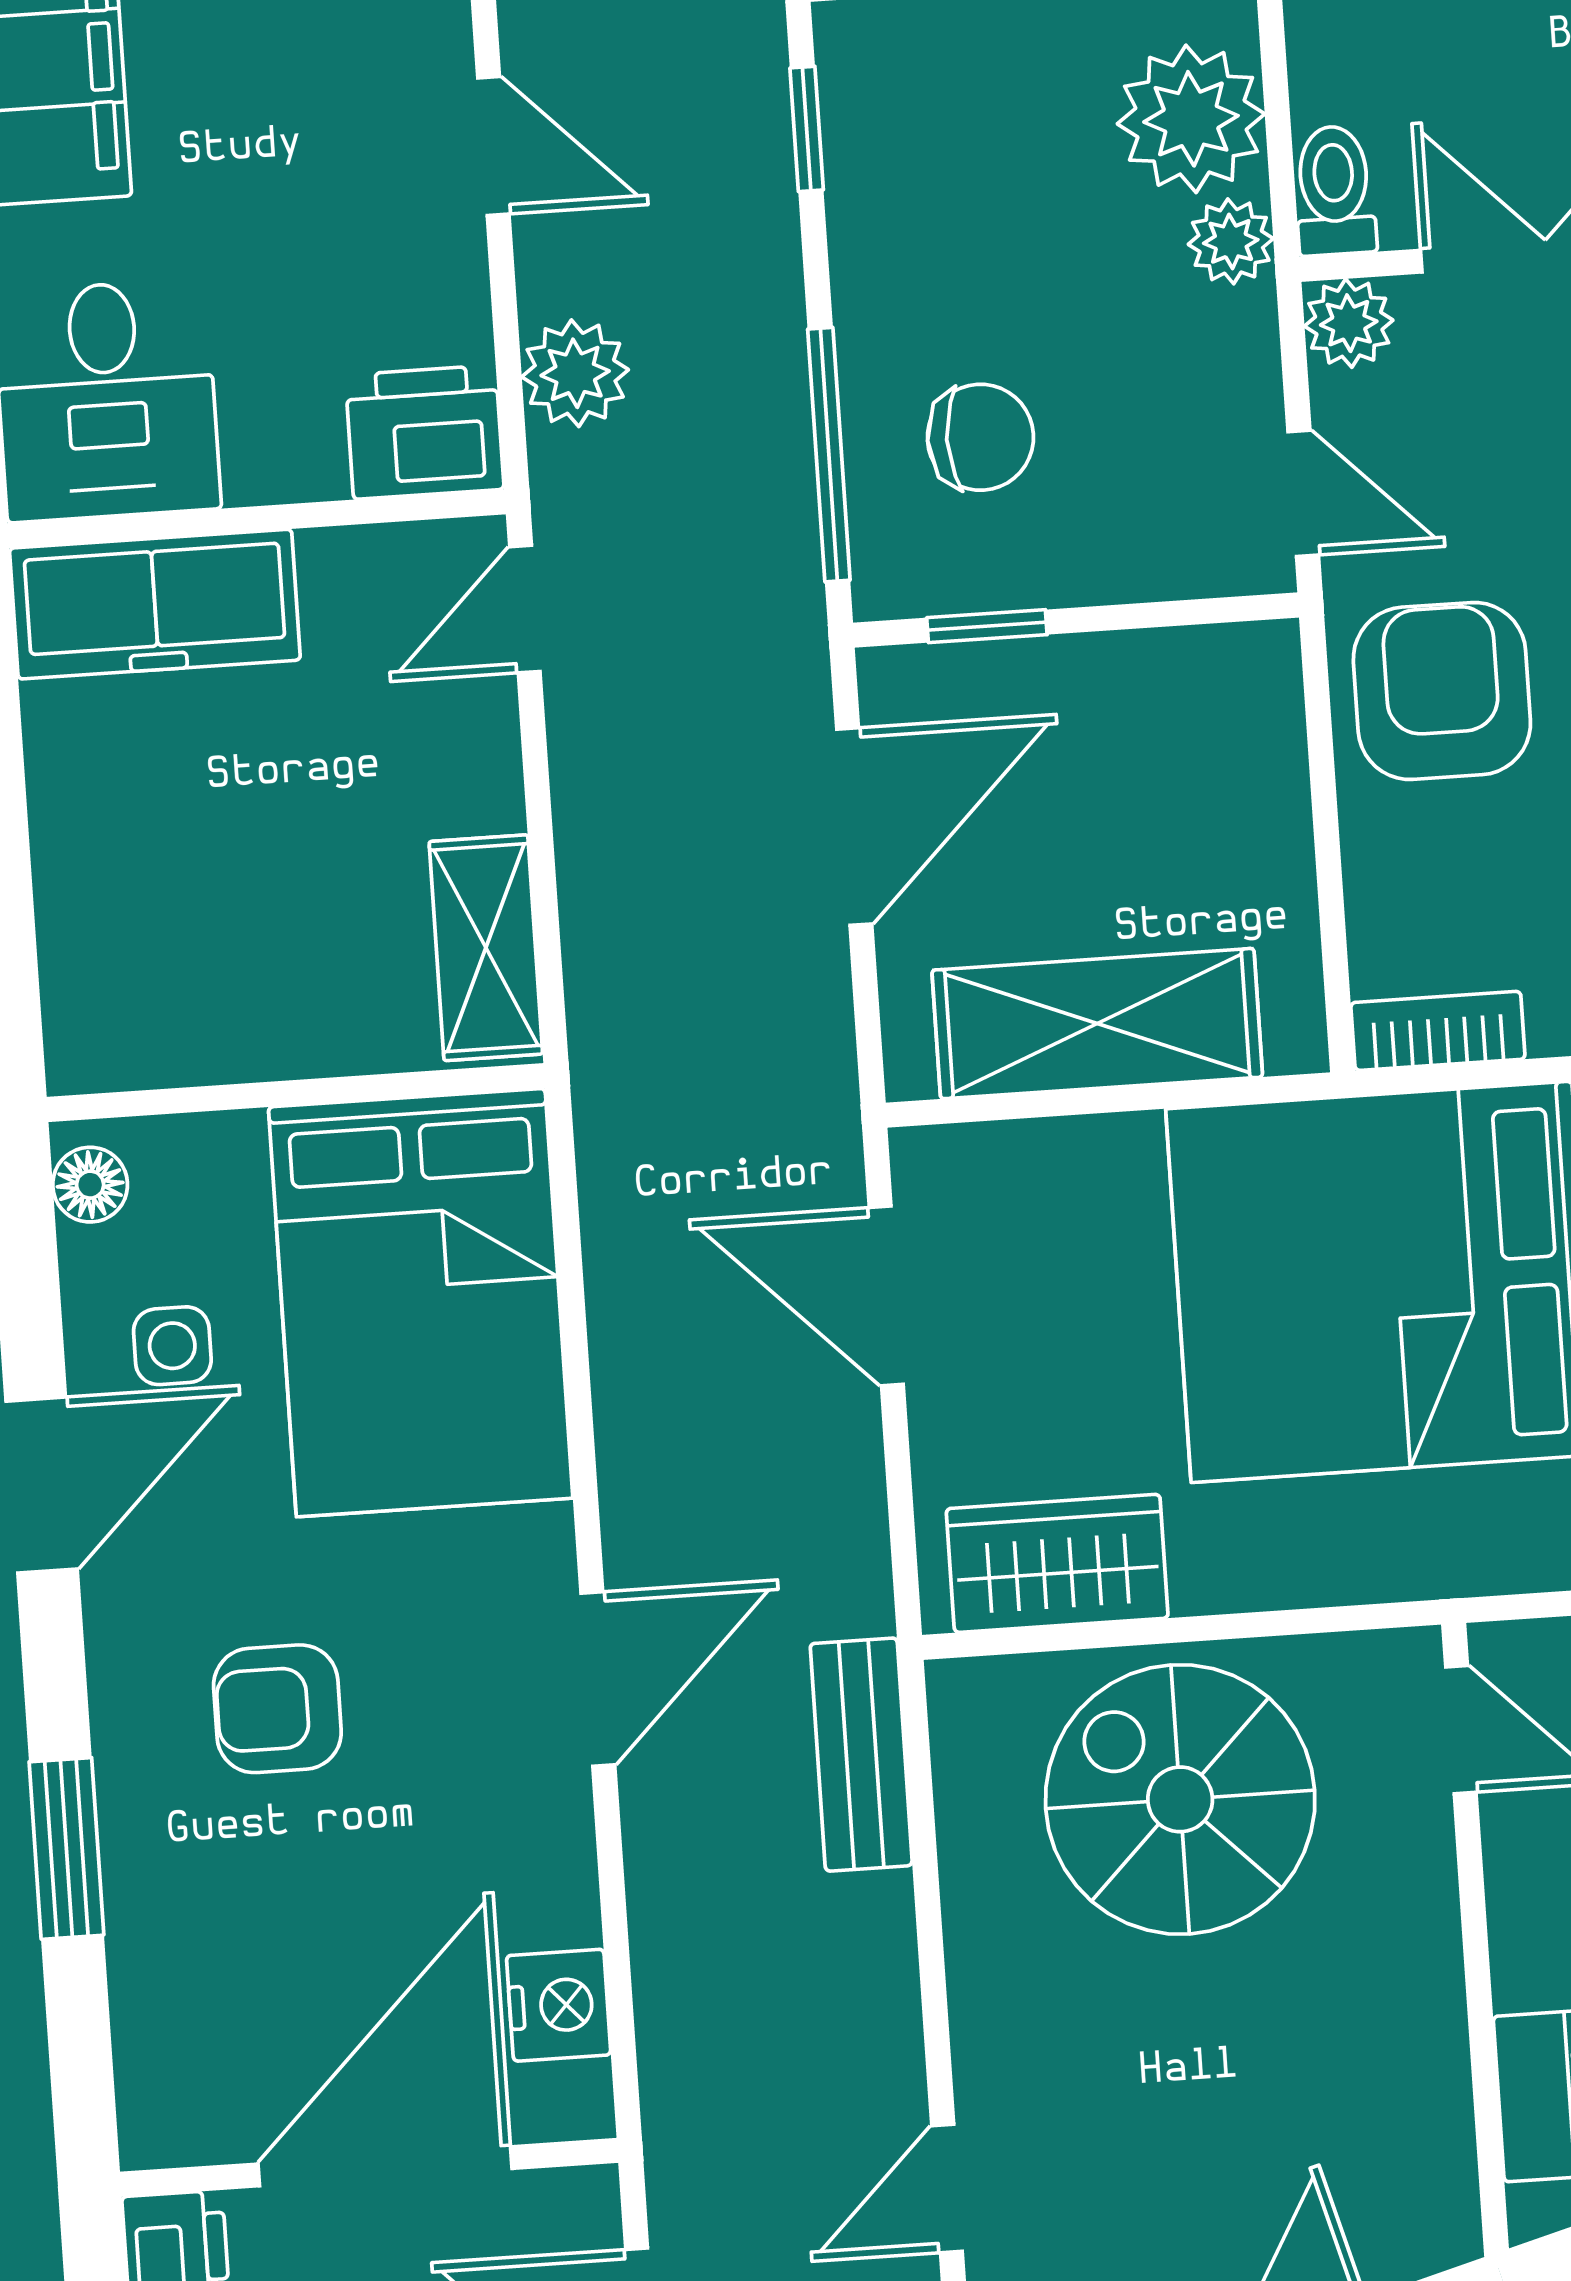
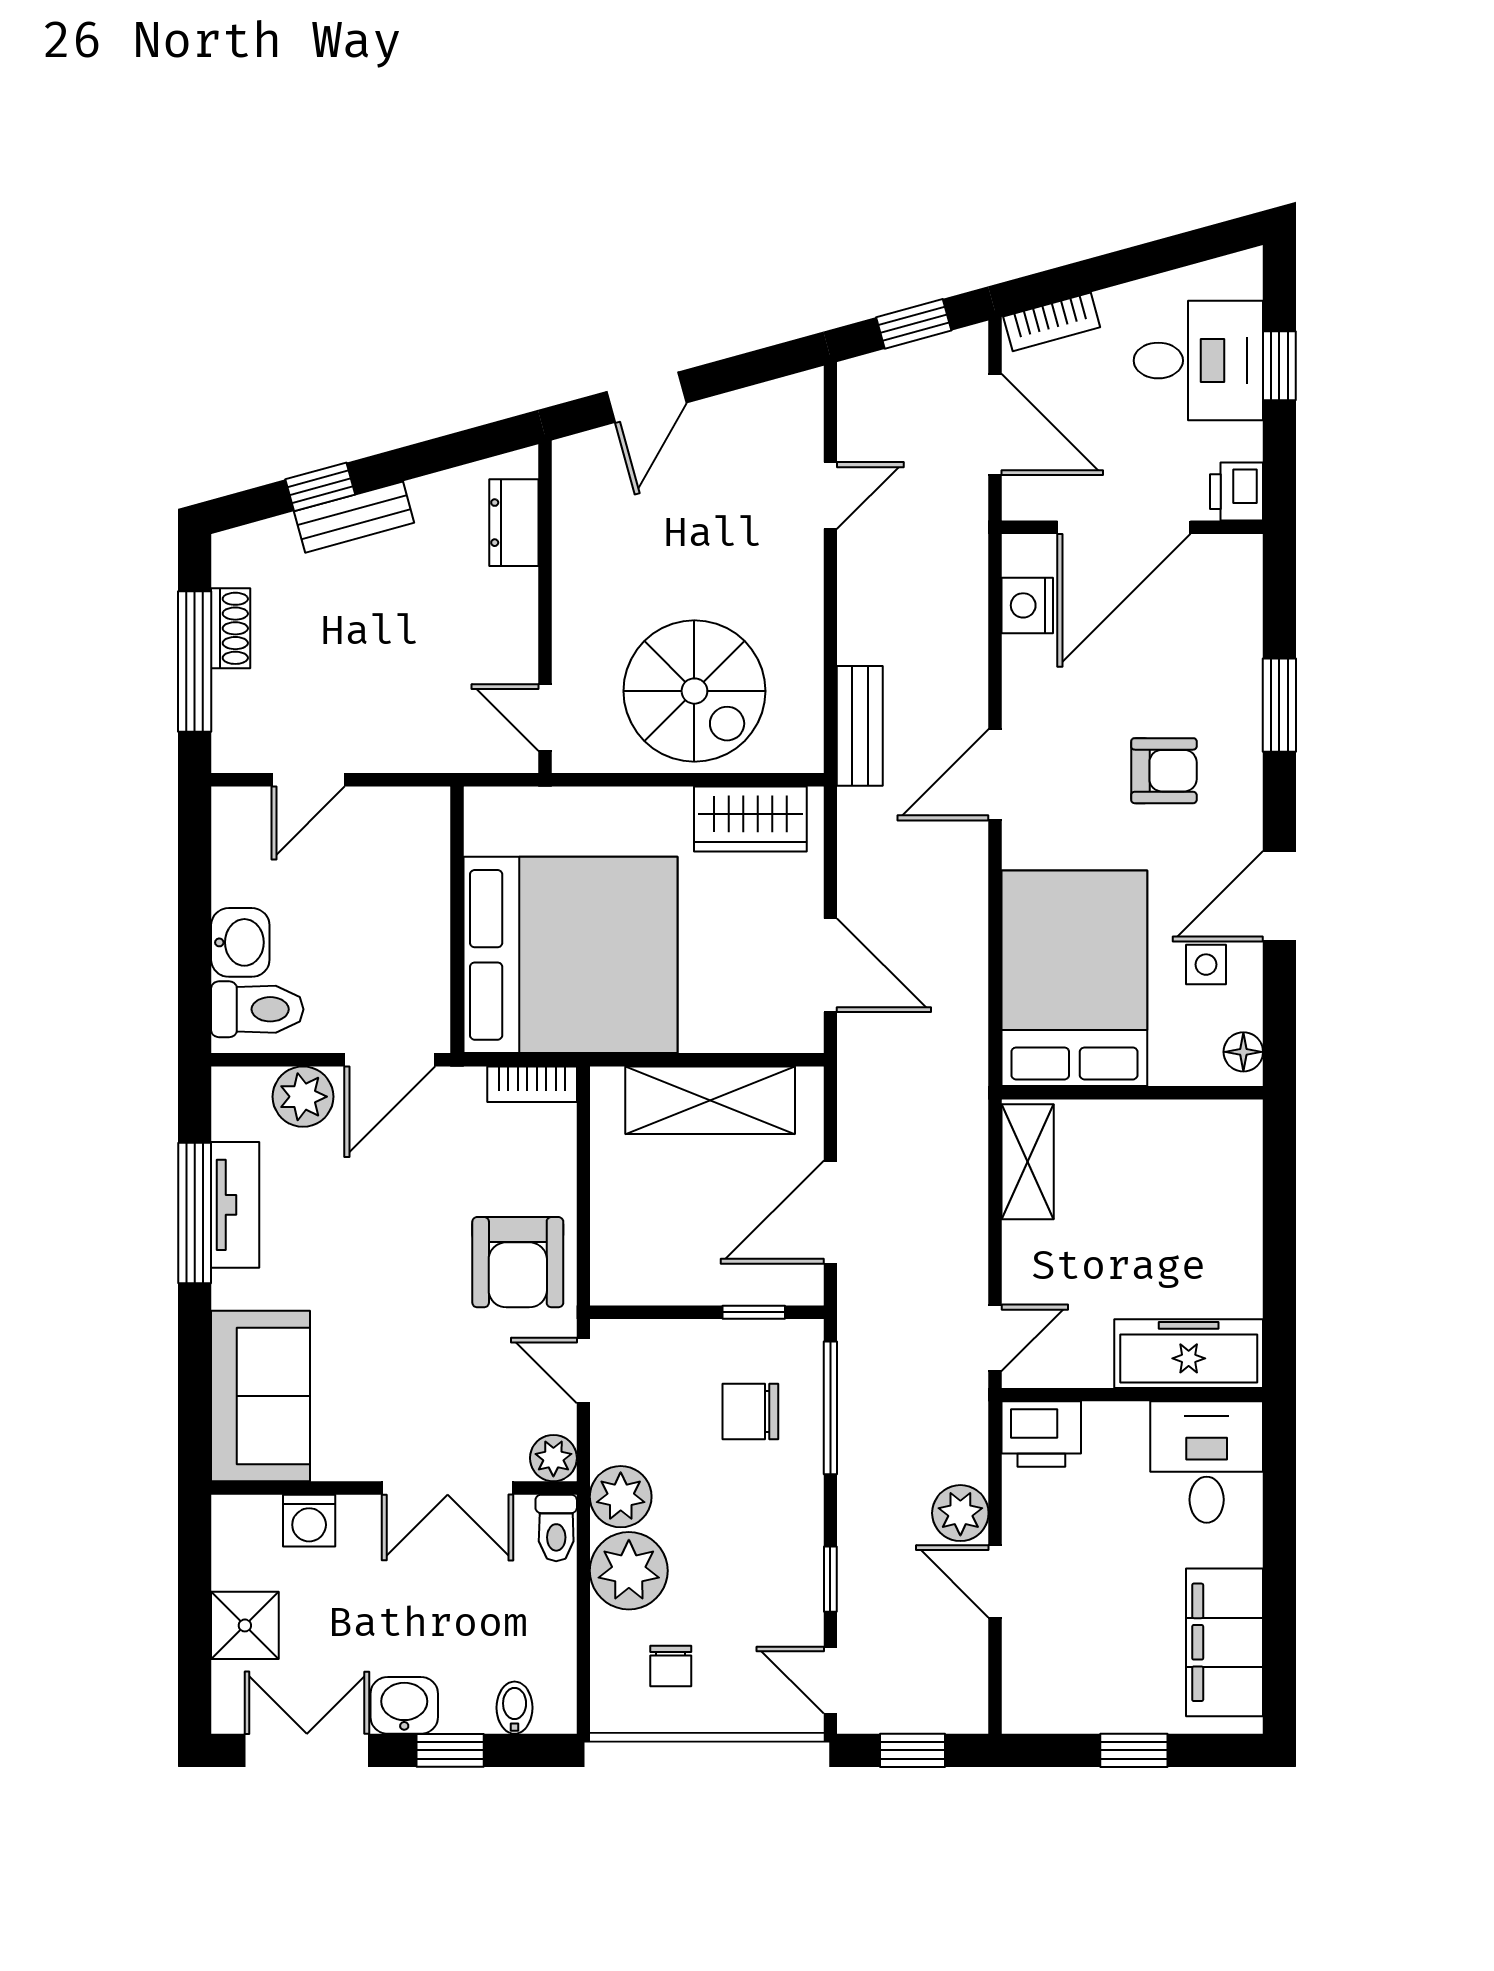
plant: (1231, 241) -> (621, 1497), width x1.38, depth x1.38
plant: (575, 373) -> (960, 1513), moved

